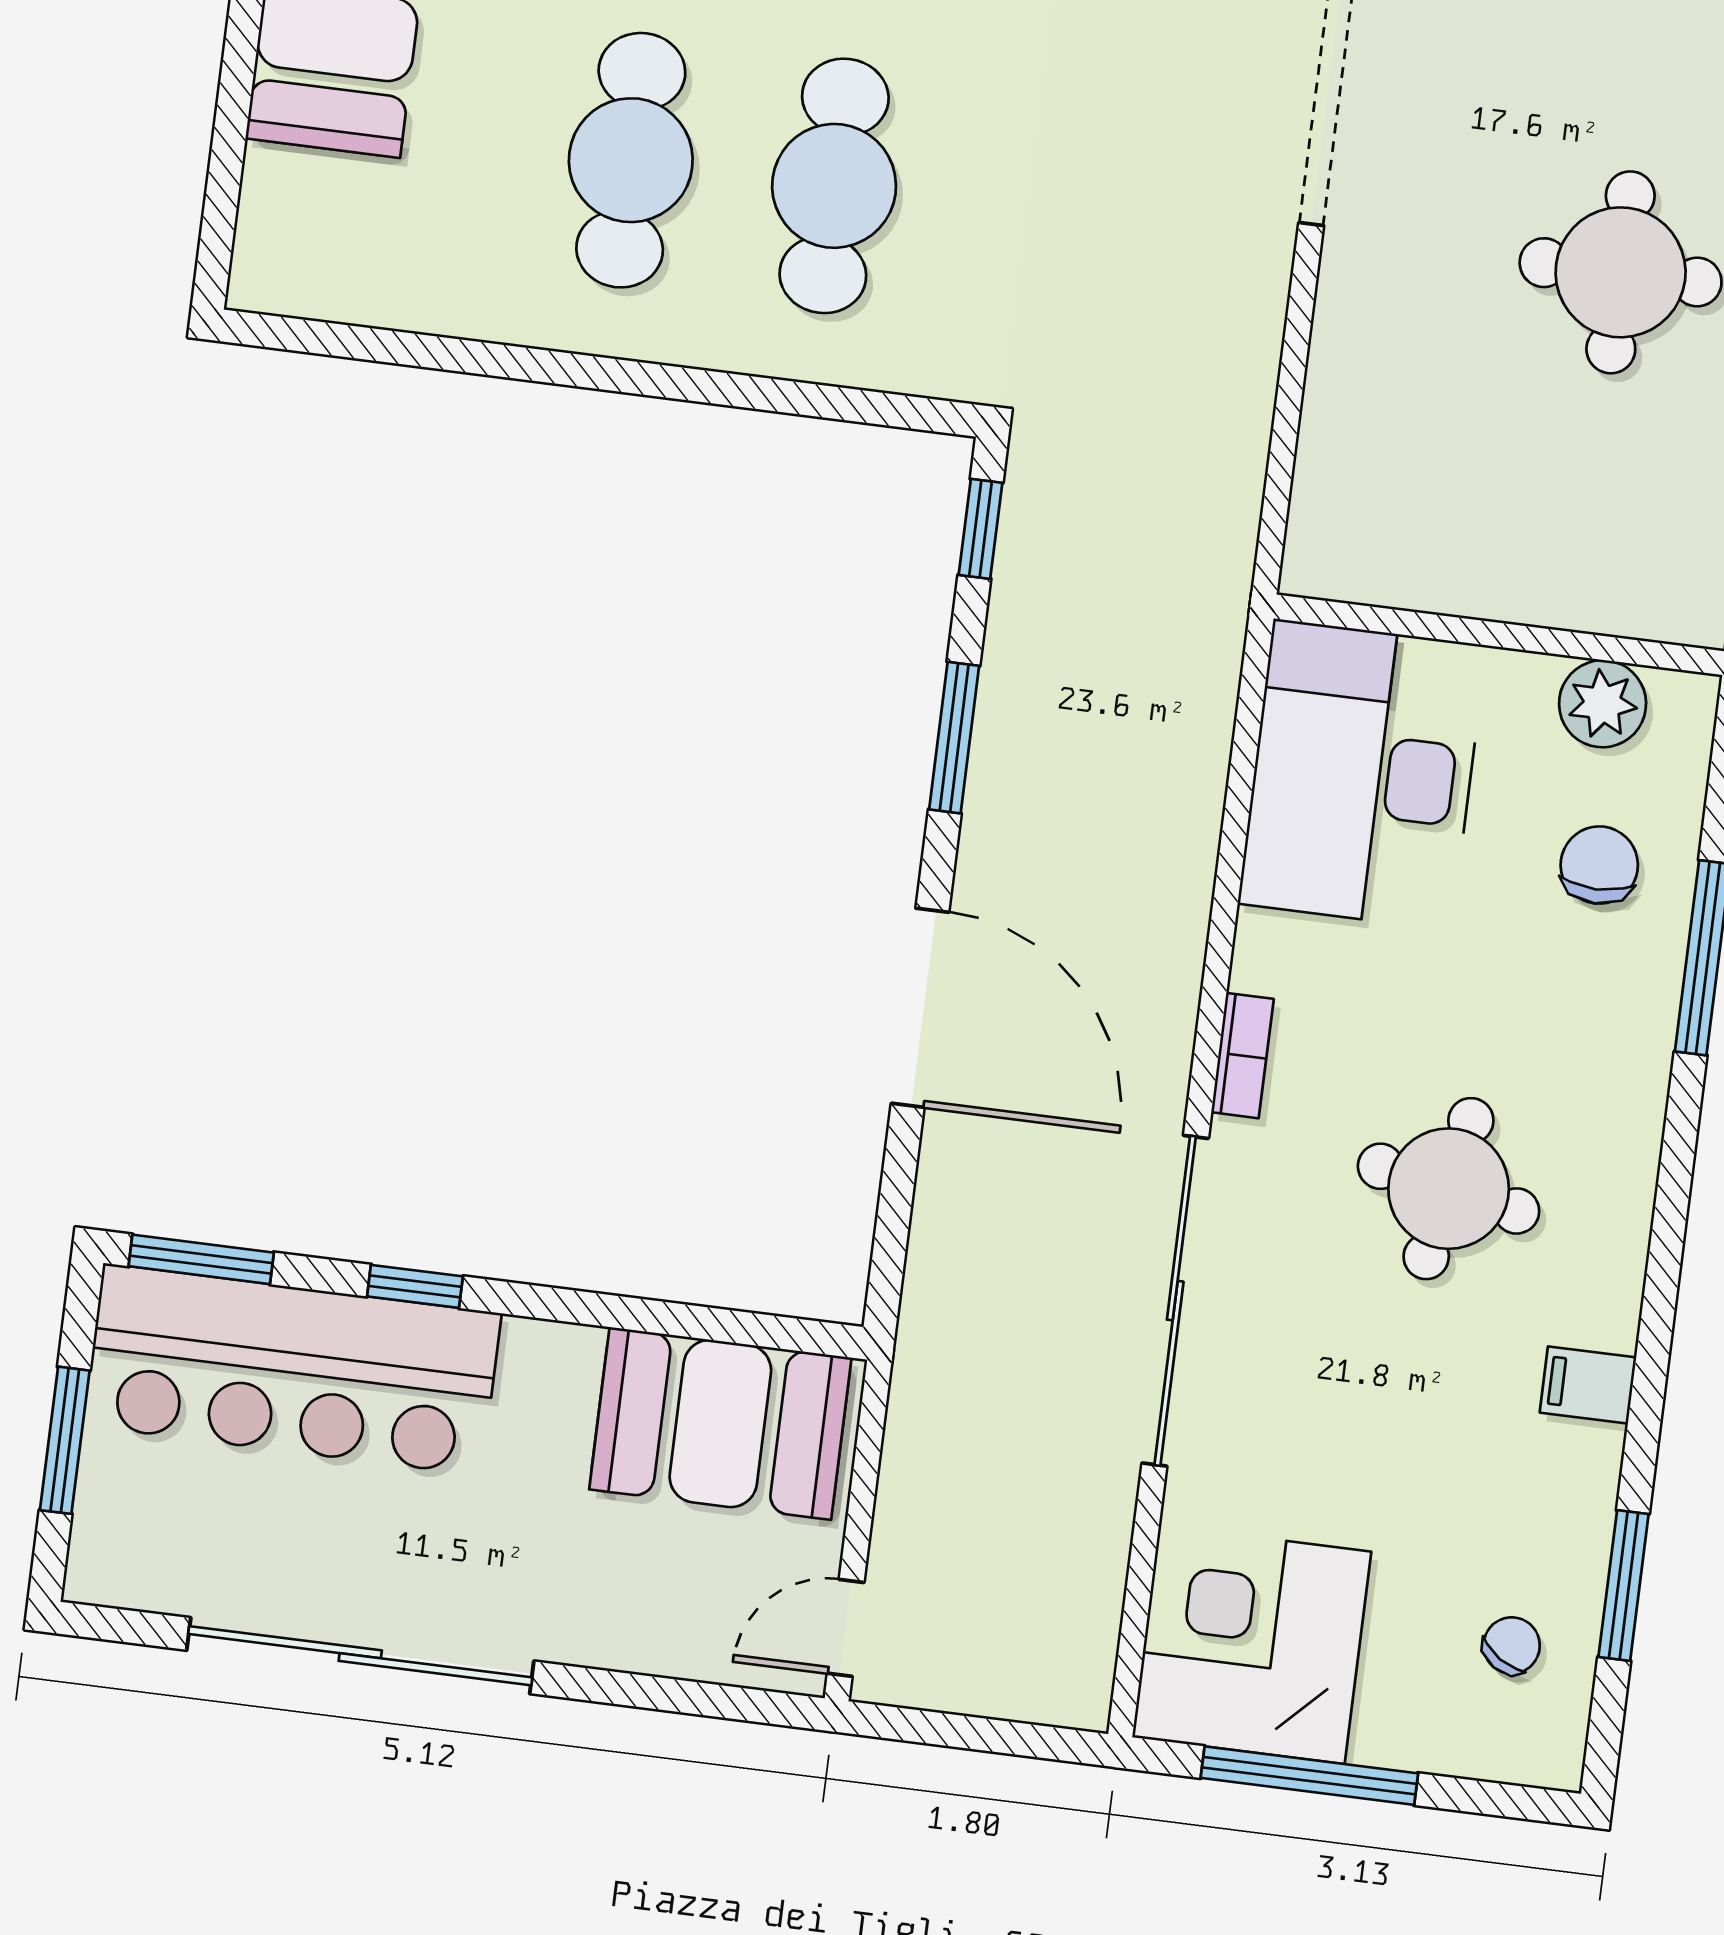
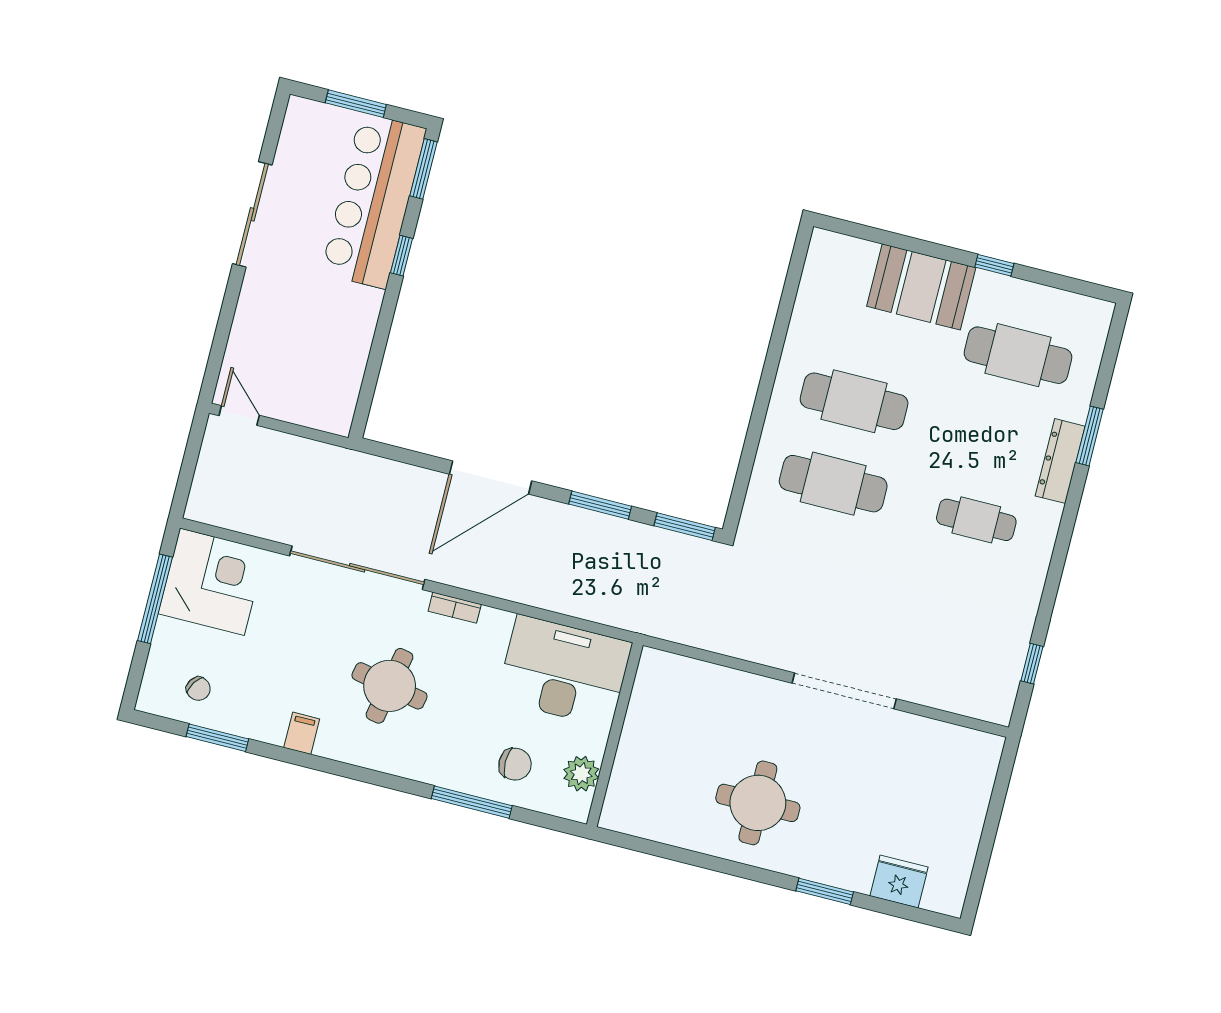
window: (980, 529) -> (685, 527), width x1.50
booth: (720, 1423) -> (330, 374), removed
sliding door: (360, 1656) -> (252, 214), width x0.73

